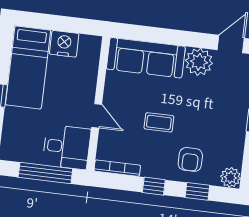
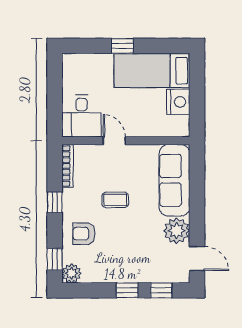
door: (97, 116) -> (114, 141), swing flipped
coffee table: (159, 122) -> (115, 200), turned 90
window: (45, 173) -> (55, 99), removed
window: (197, 191) -> (55, 259), moved

